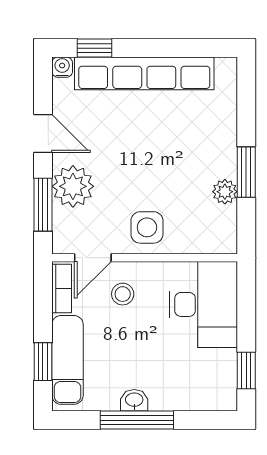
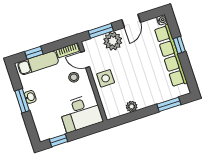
window: (94, 48) -> (179, 45), moved
window: (246, 172) -> (169, 104), moved
window: (137, 420) -> (22, 101), width x0.69

